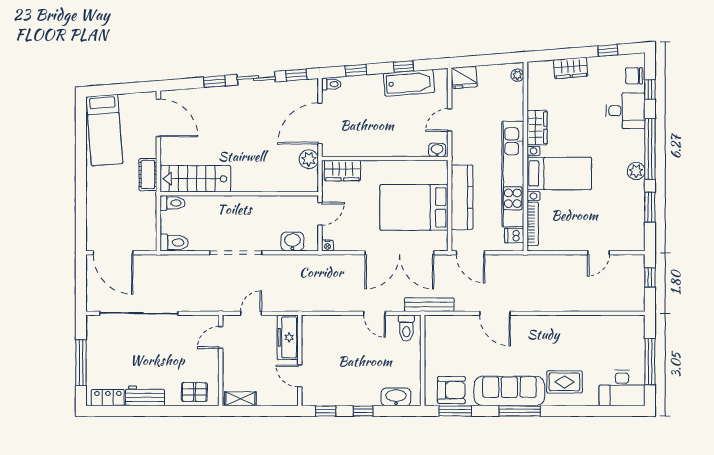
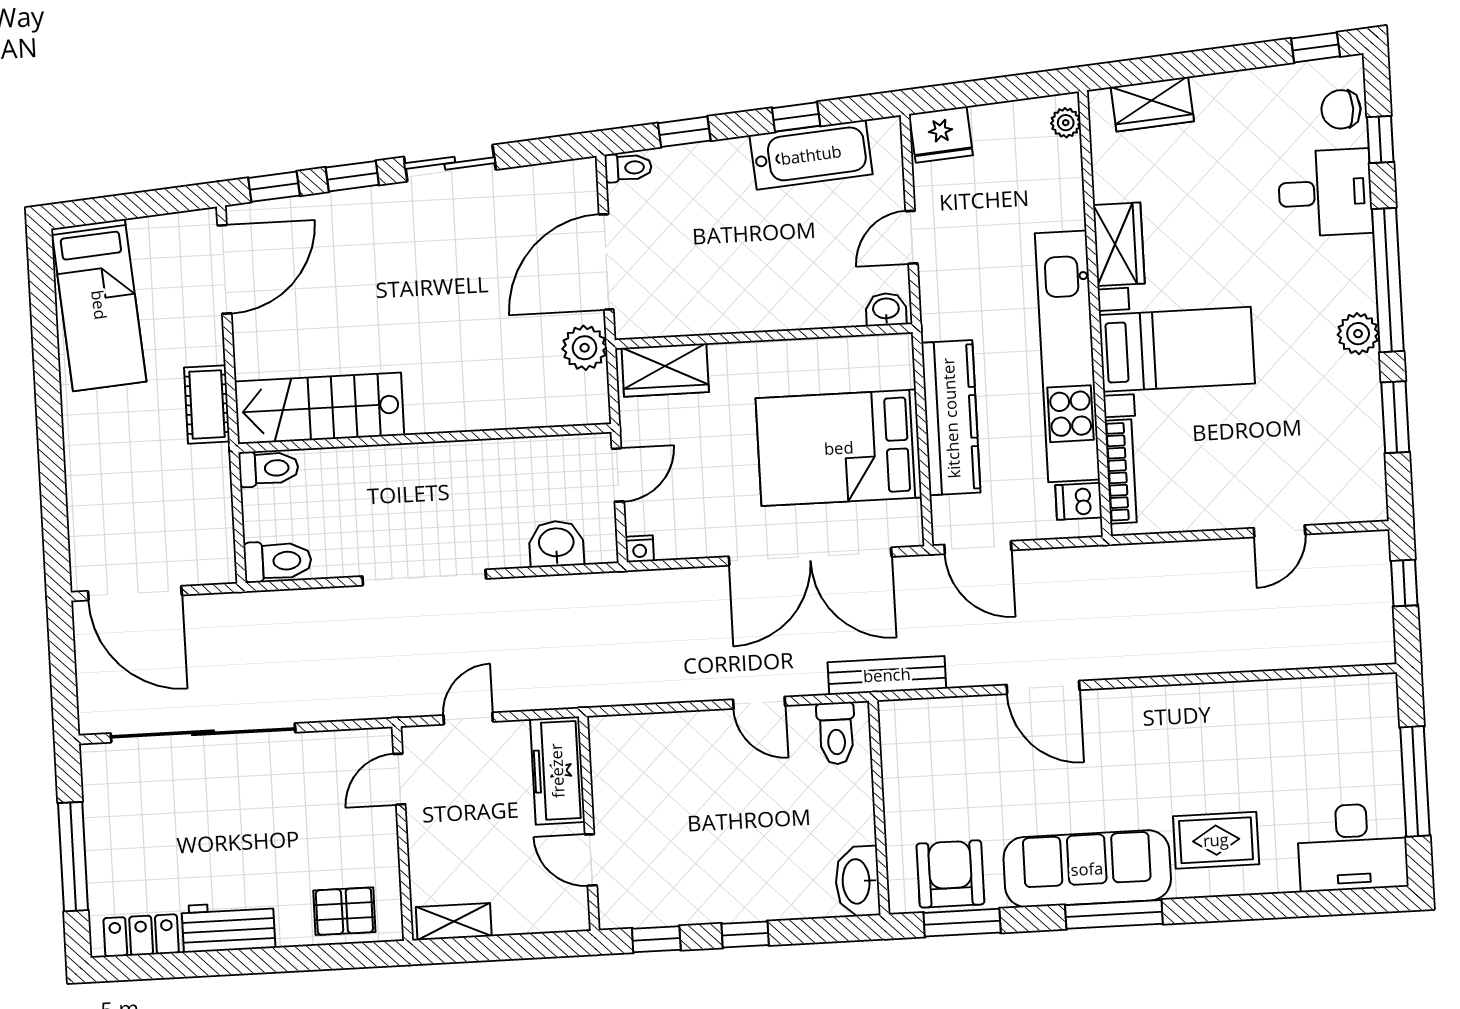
window: (608, 50) -> (1316, 47), moved
wardrobe: (571, 68) -> (1152, 104), moved
window: (296, 75) -> (274, 187), moved
door: (158, 118) -> (224, 269), hinge flipped
armchair: (451, 390) -> (950, 874), turned -90
washbasin: (396, 397) -> (857, 881), moved, turned -90

